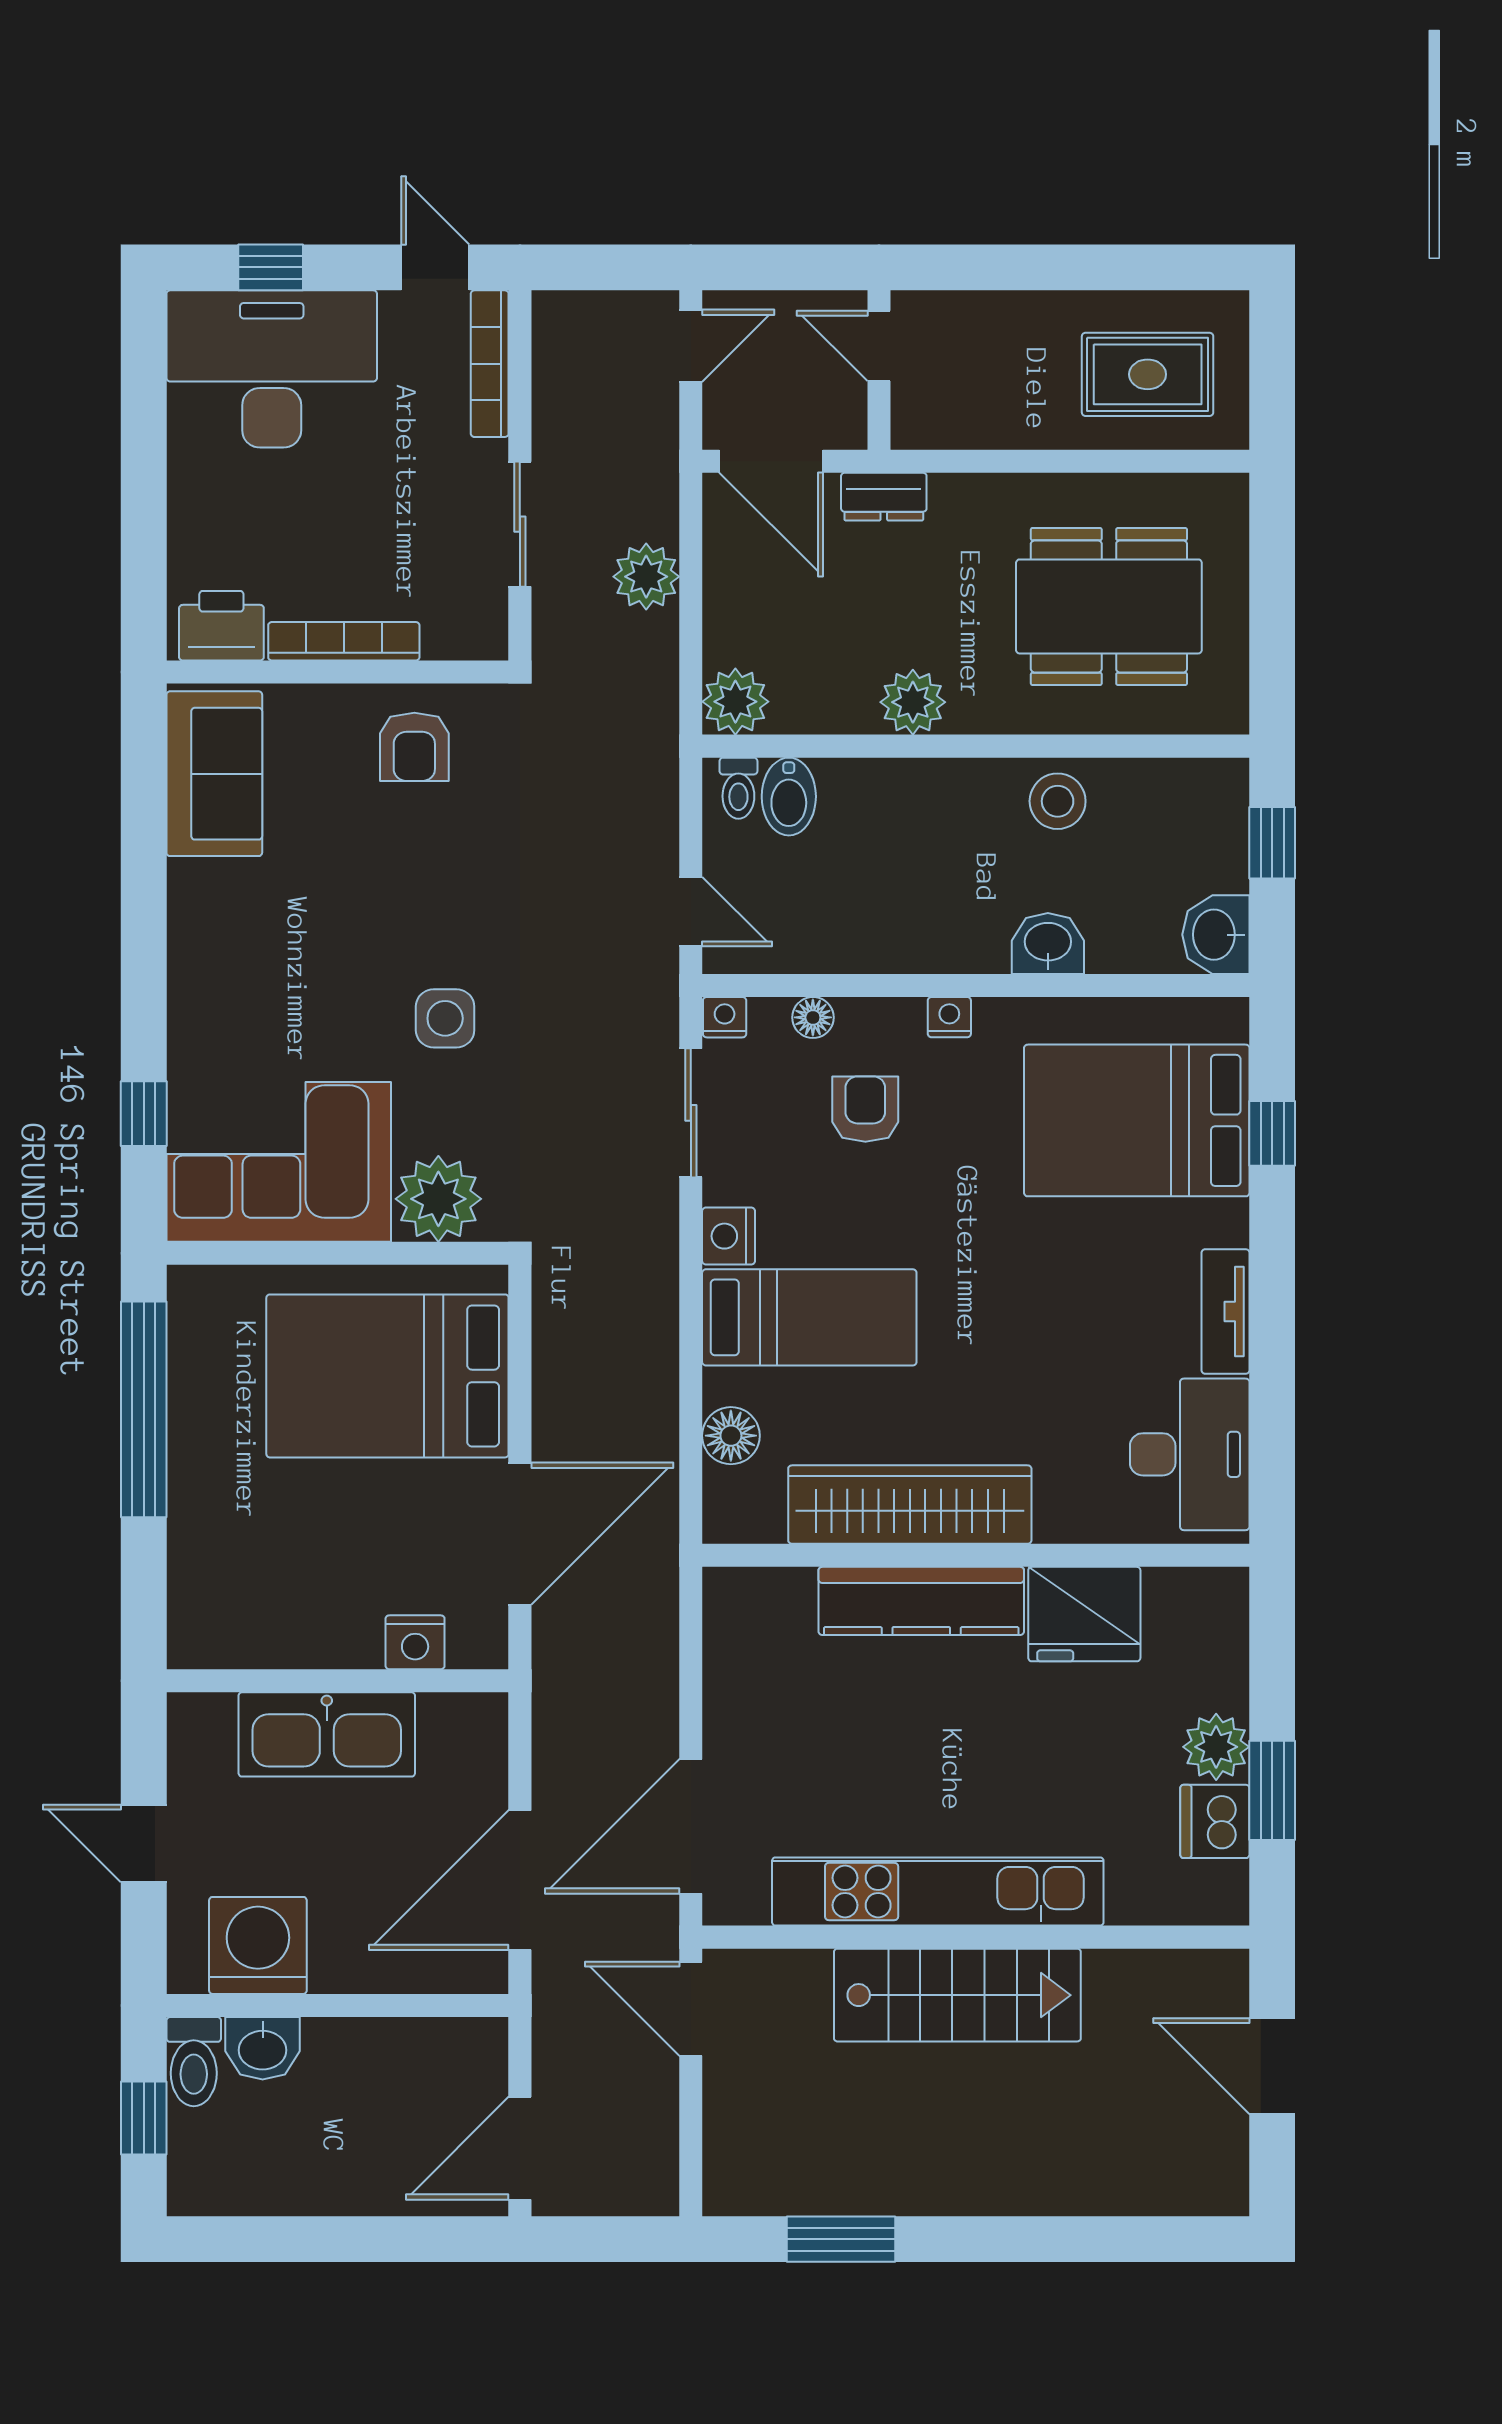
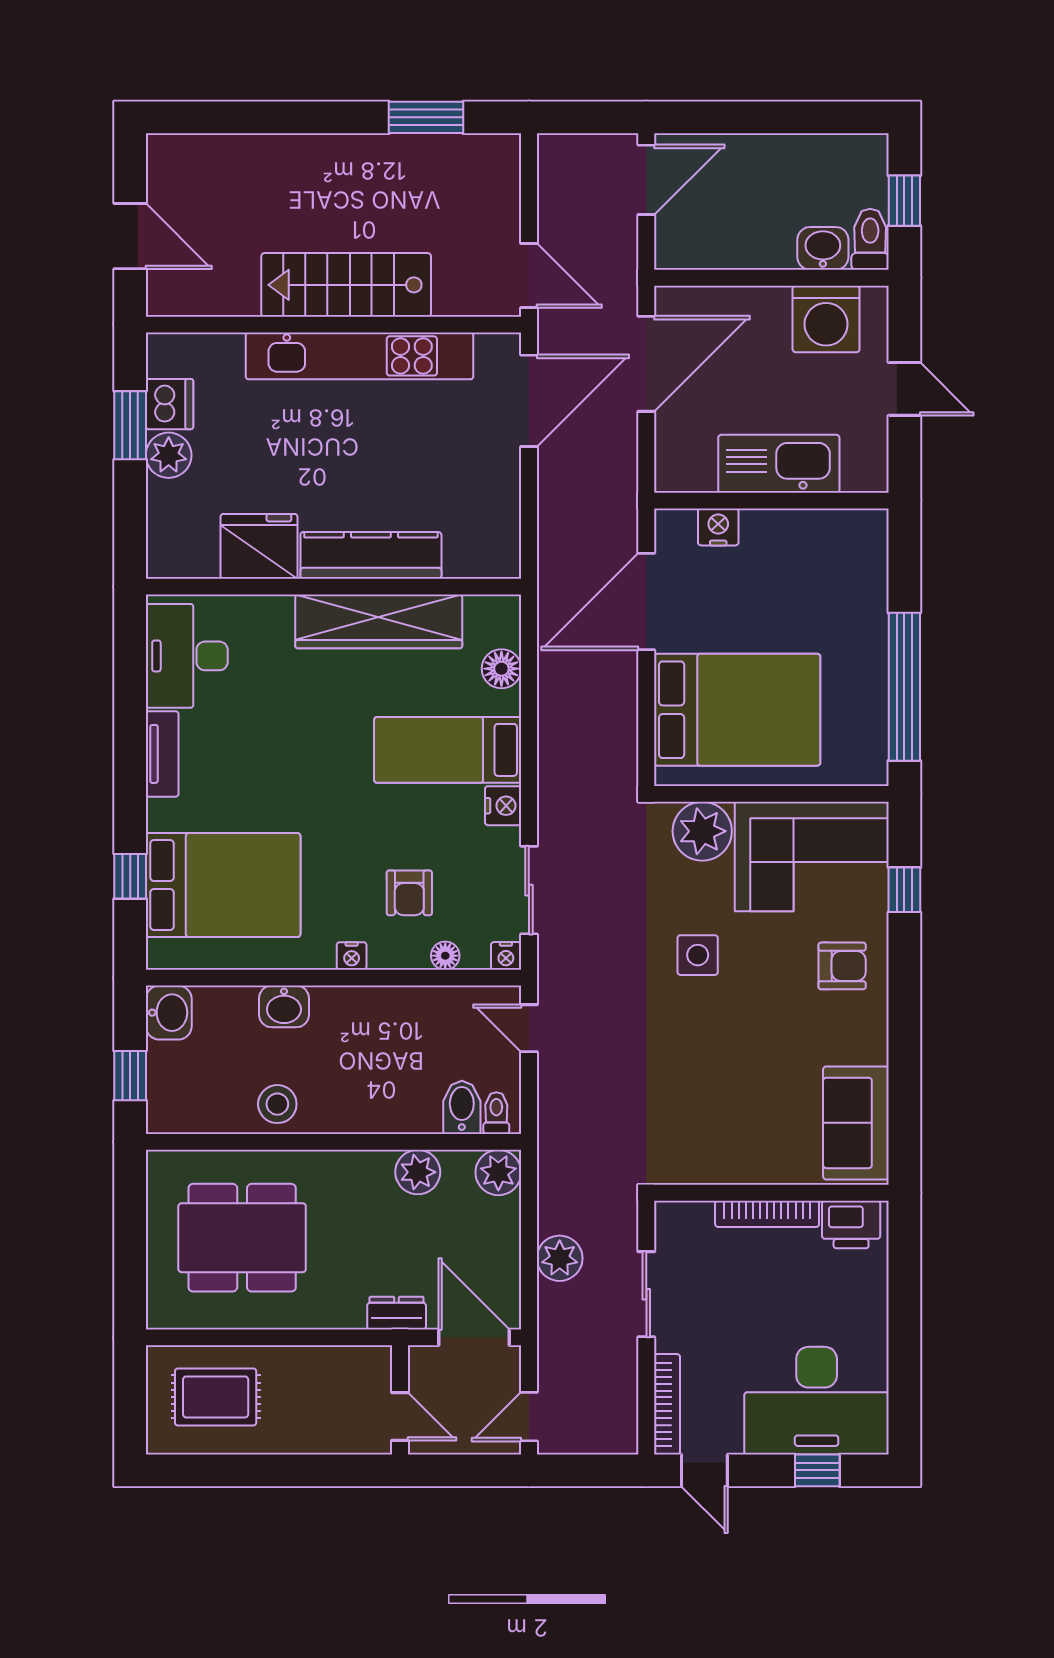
plant: (913, 702) -> (418, 1172), moved
armchair: (414, 747) -> (842, 966), moved, turned 90

